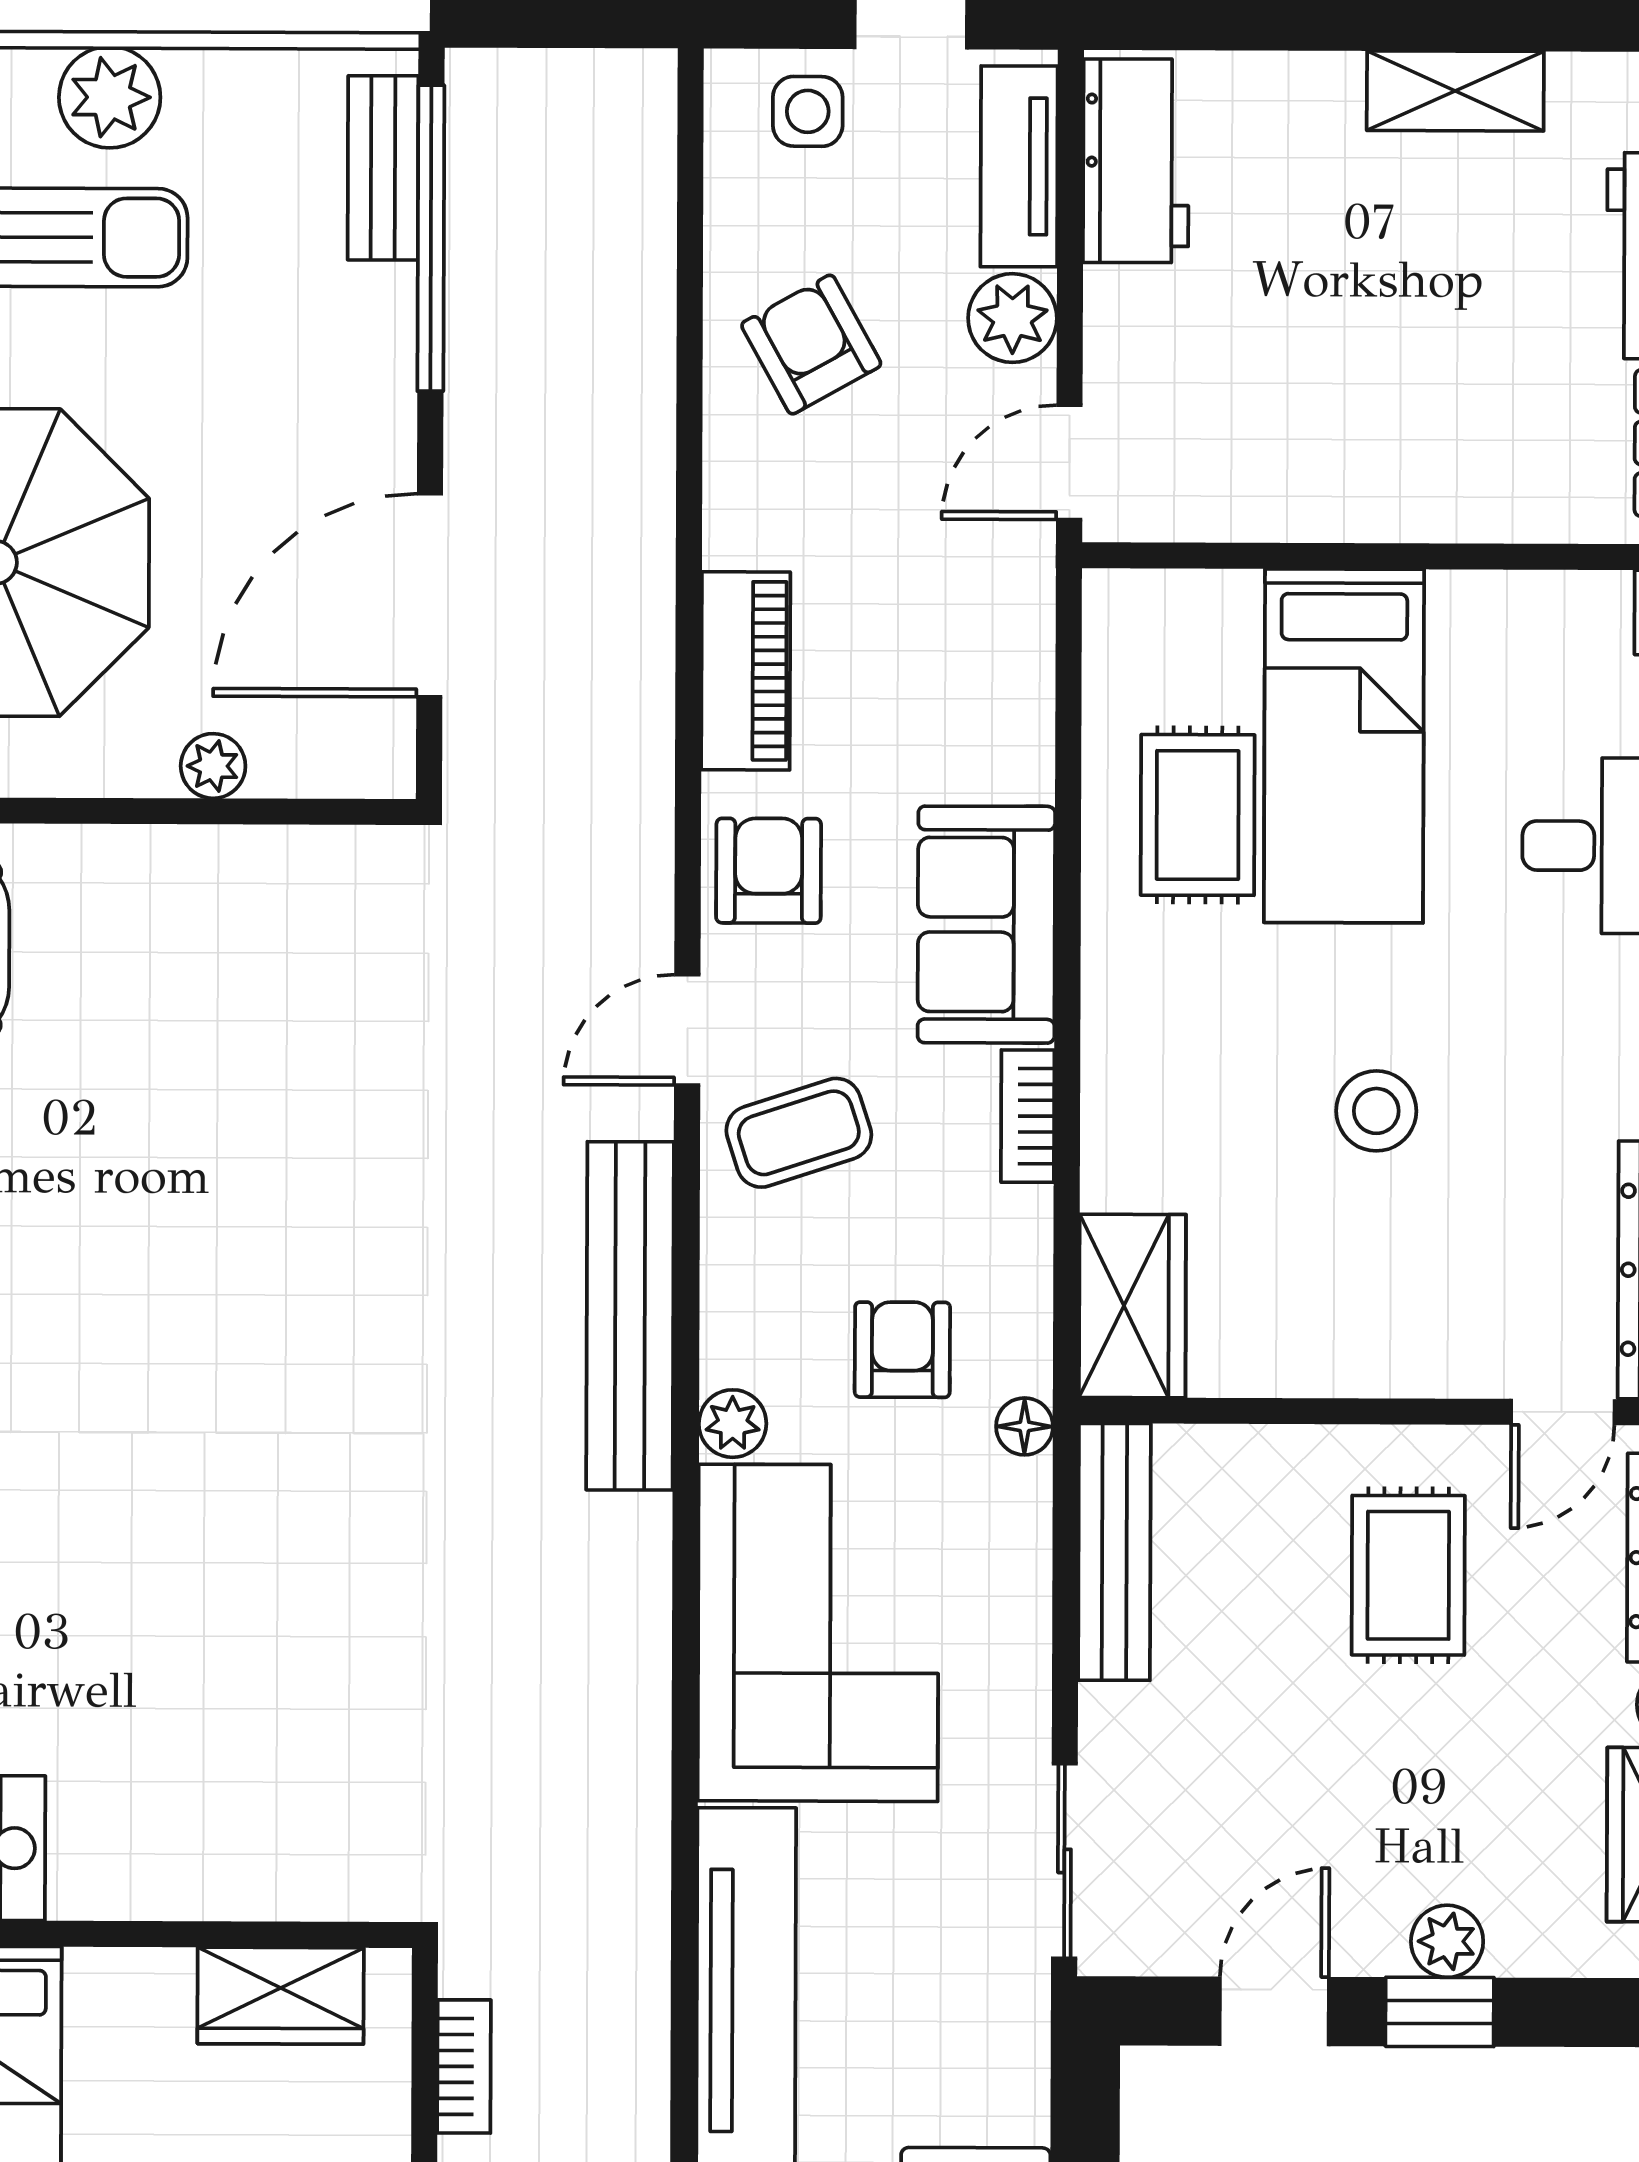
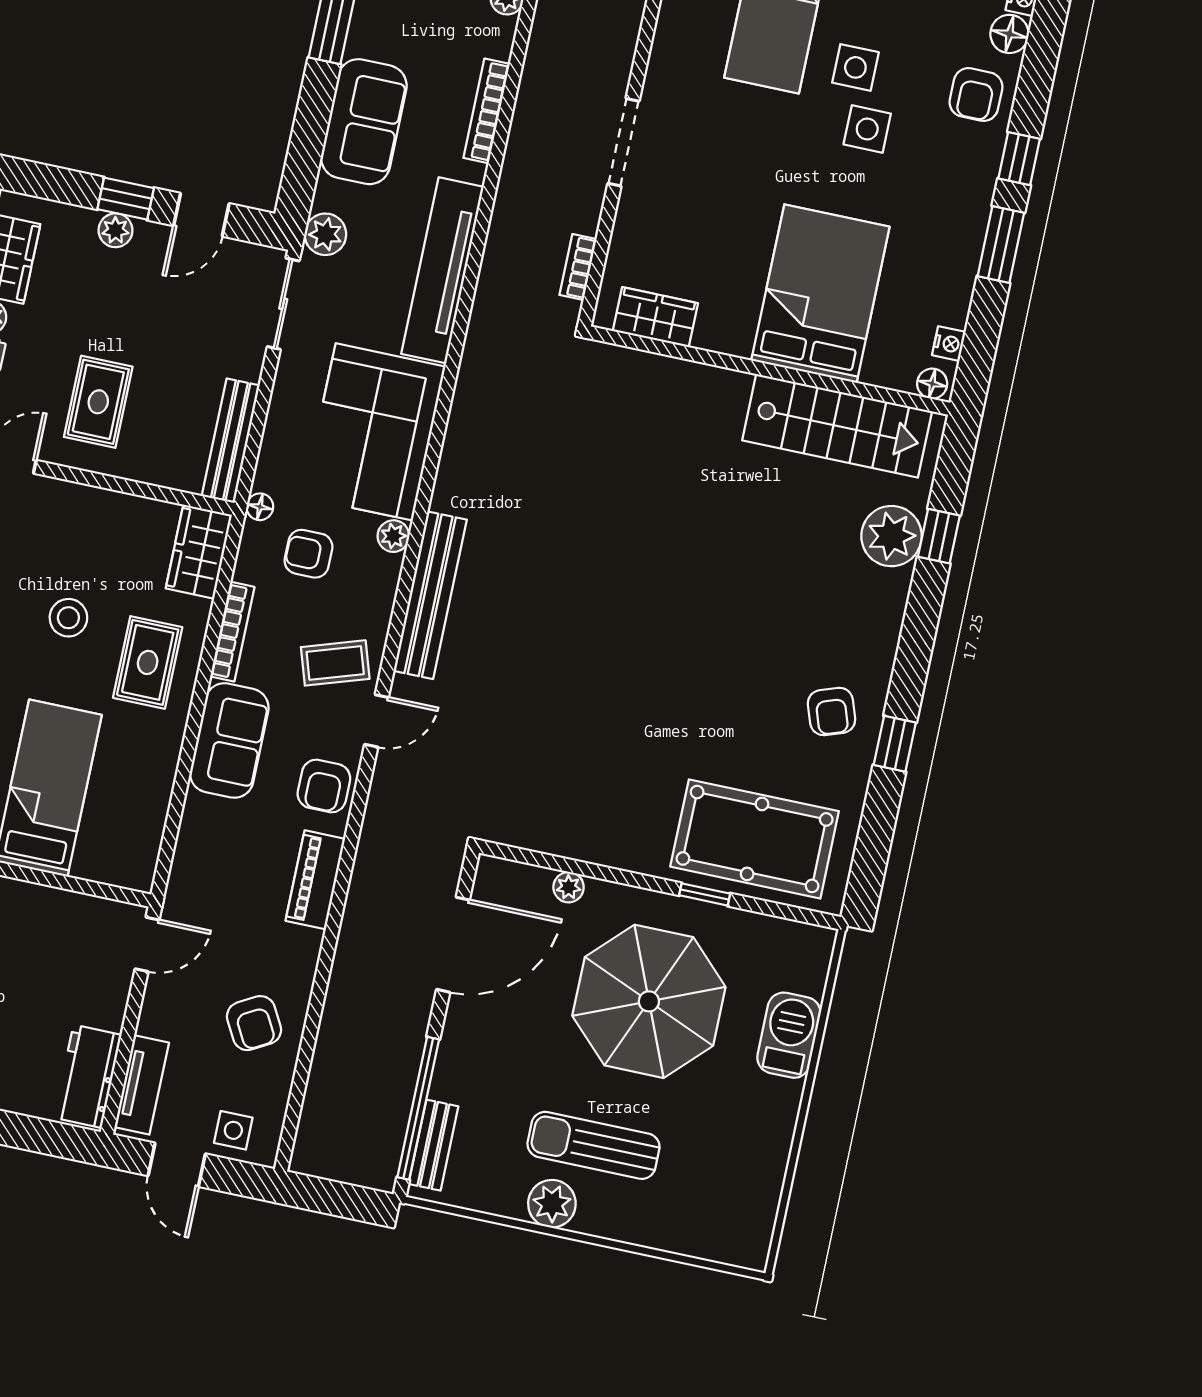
plant: (1012, 318) -> (325, 234), moved
rug: (1198, 815) -> (148, 662), moved
bookcase: (1028, 1116) -> (232, 632), width x1.56
armchair: (902, 1350) -> (308, 554), turned 90

